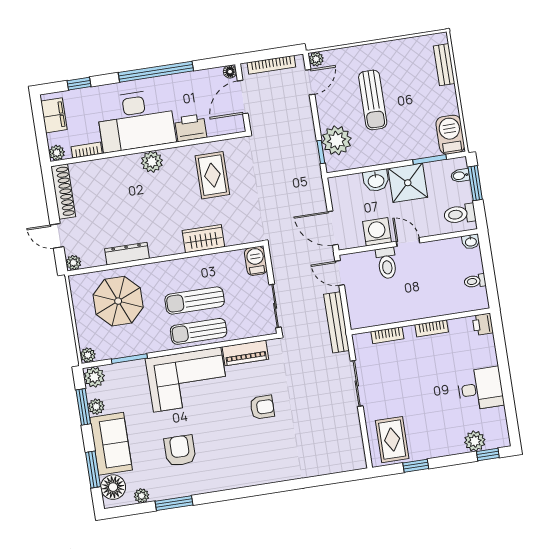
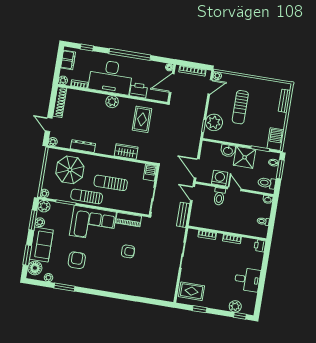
bench: (337, 322) -> (183, 215), width x0.73
sun lounger: (199, 331) -> (87, 196), moved
rug: (392, 440) -> (192, 291), turned 90

